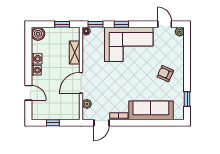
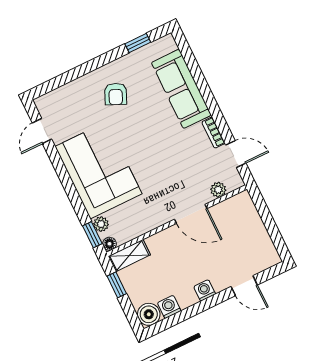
window: (121, 24) -> (73, 196), removed
plant: (180, 32) -> (101, 224), moved
shelving: (75, 53) -> (129, 256), moved
washing machine: (37, 59) -> (169, 307), moved
door: (28, 93) -> (244, 286), swing flipped
window: (53, 123) -> (271, 227), removed

